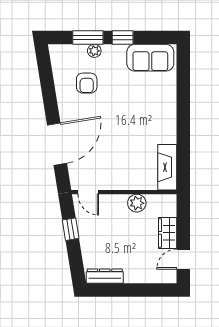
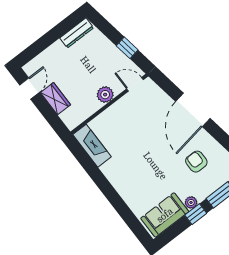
plant: (94, 51) -> (191, 202), moved
door: (57, 144) -> (193, 110), moved
plant: (137, 203) -> (105, 95), moved

